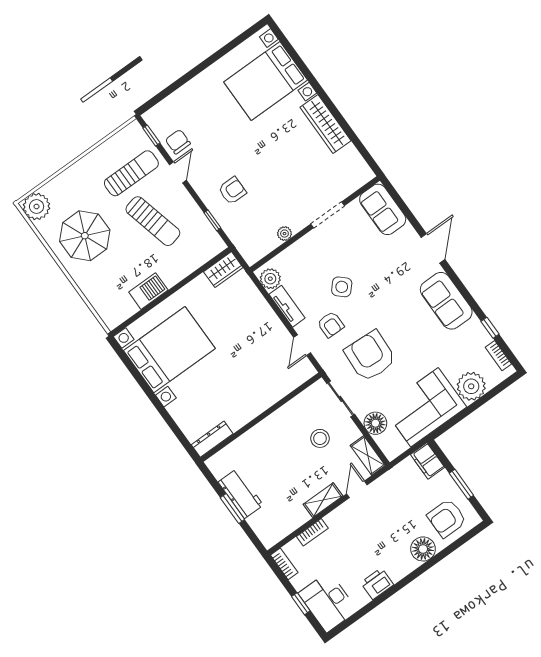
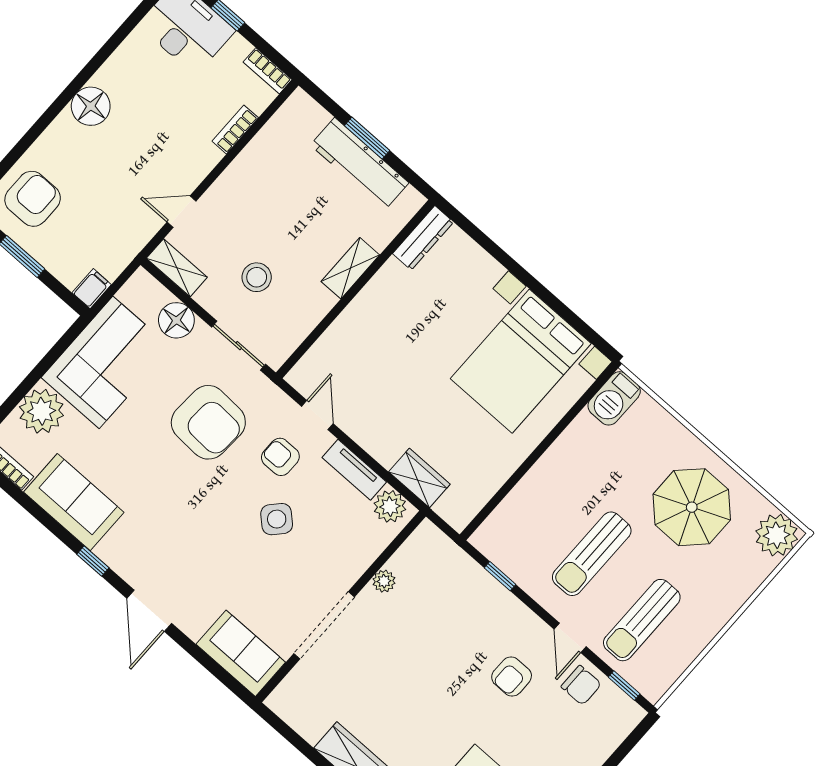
armchair: (232, 191) -> (512, 677), moved
doorway: (327, 215) -> (324, 625), width x1.36
sun lounger: (153, 221) -> (592, 554), turned -76
wardrobe: (223, 270) -> (419, 478), moved, turned 90
barbecue: (148, 291) -> (614, 398), moved
sofa: (446, 301) -> (74, 502), moved
window: (490, 328) -> (93, 561), moved
filing cabinet: (428, 461) -> (92, 289), width x0.50
door: (357, 489) -> (182, 212), swing flipped
workbench: (241, 494) -> (360, 164), width x1.38
shelving: (323, 500) -> (350, 268), moved
floor lamp: (423, 549) -> (91, 106), moved
printer: (377, 584) -> (117, 73), removed

